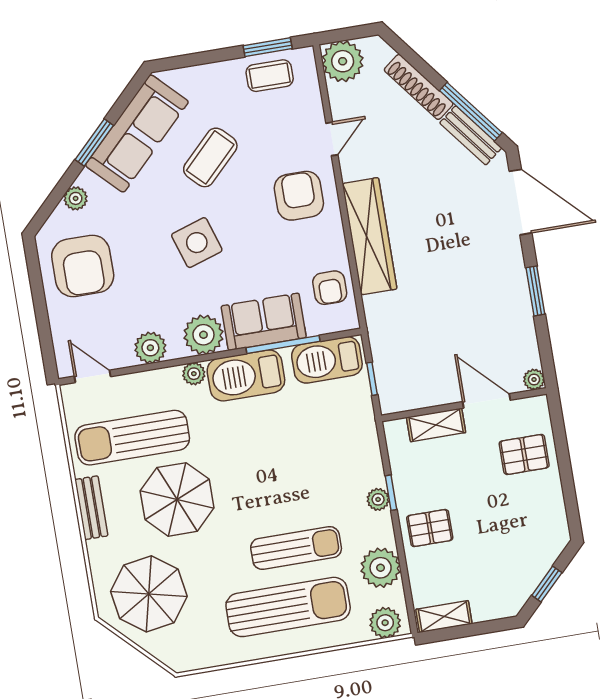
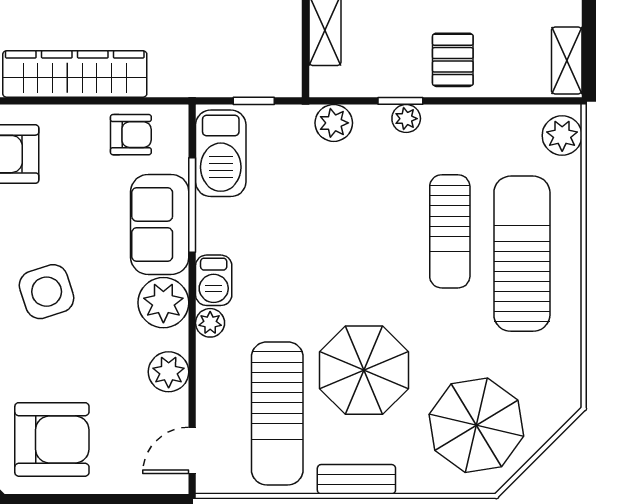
barbecue: (246, 375) -> (214, 280), width x0.53, depth x0.65
sun lounger: (296, 548) -> (450, 231), turned 180
plant: (381, 568) -> (334, 123), moved, width x0.73, depth x0.73

